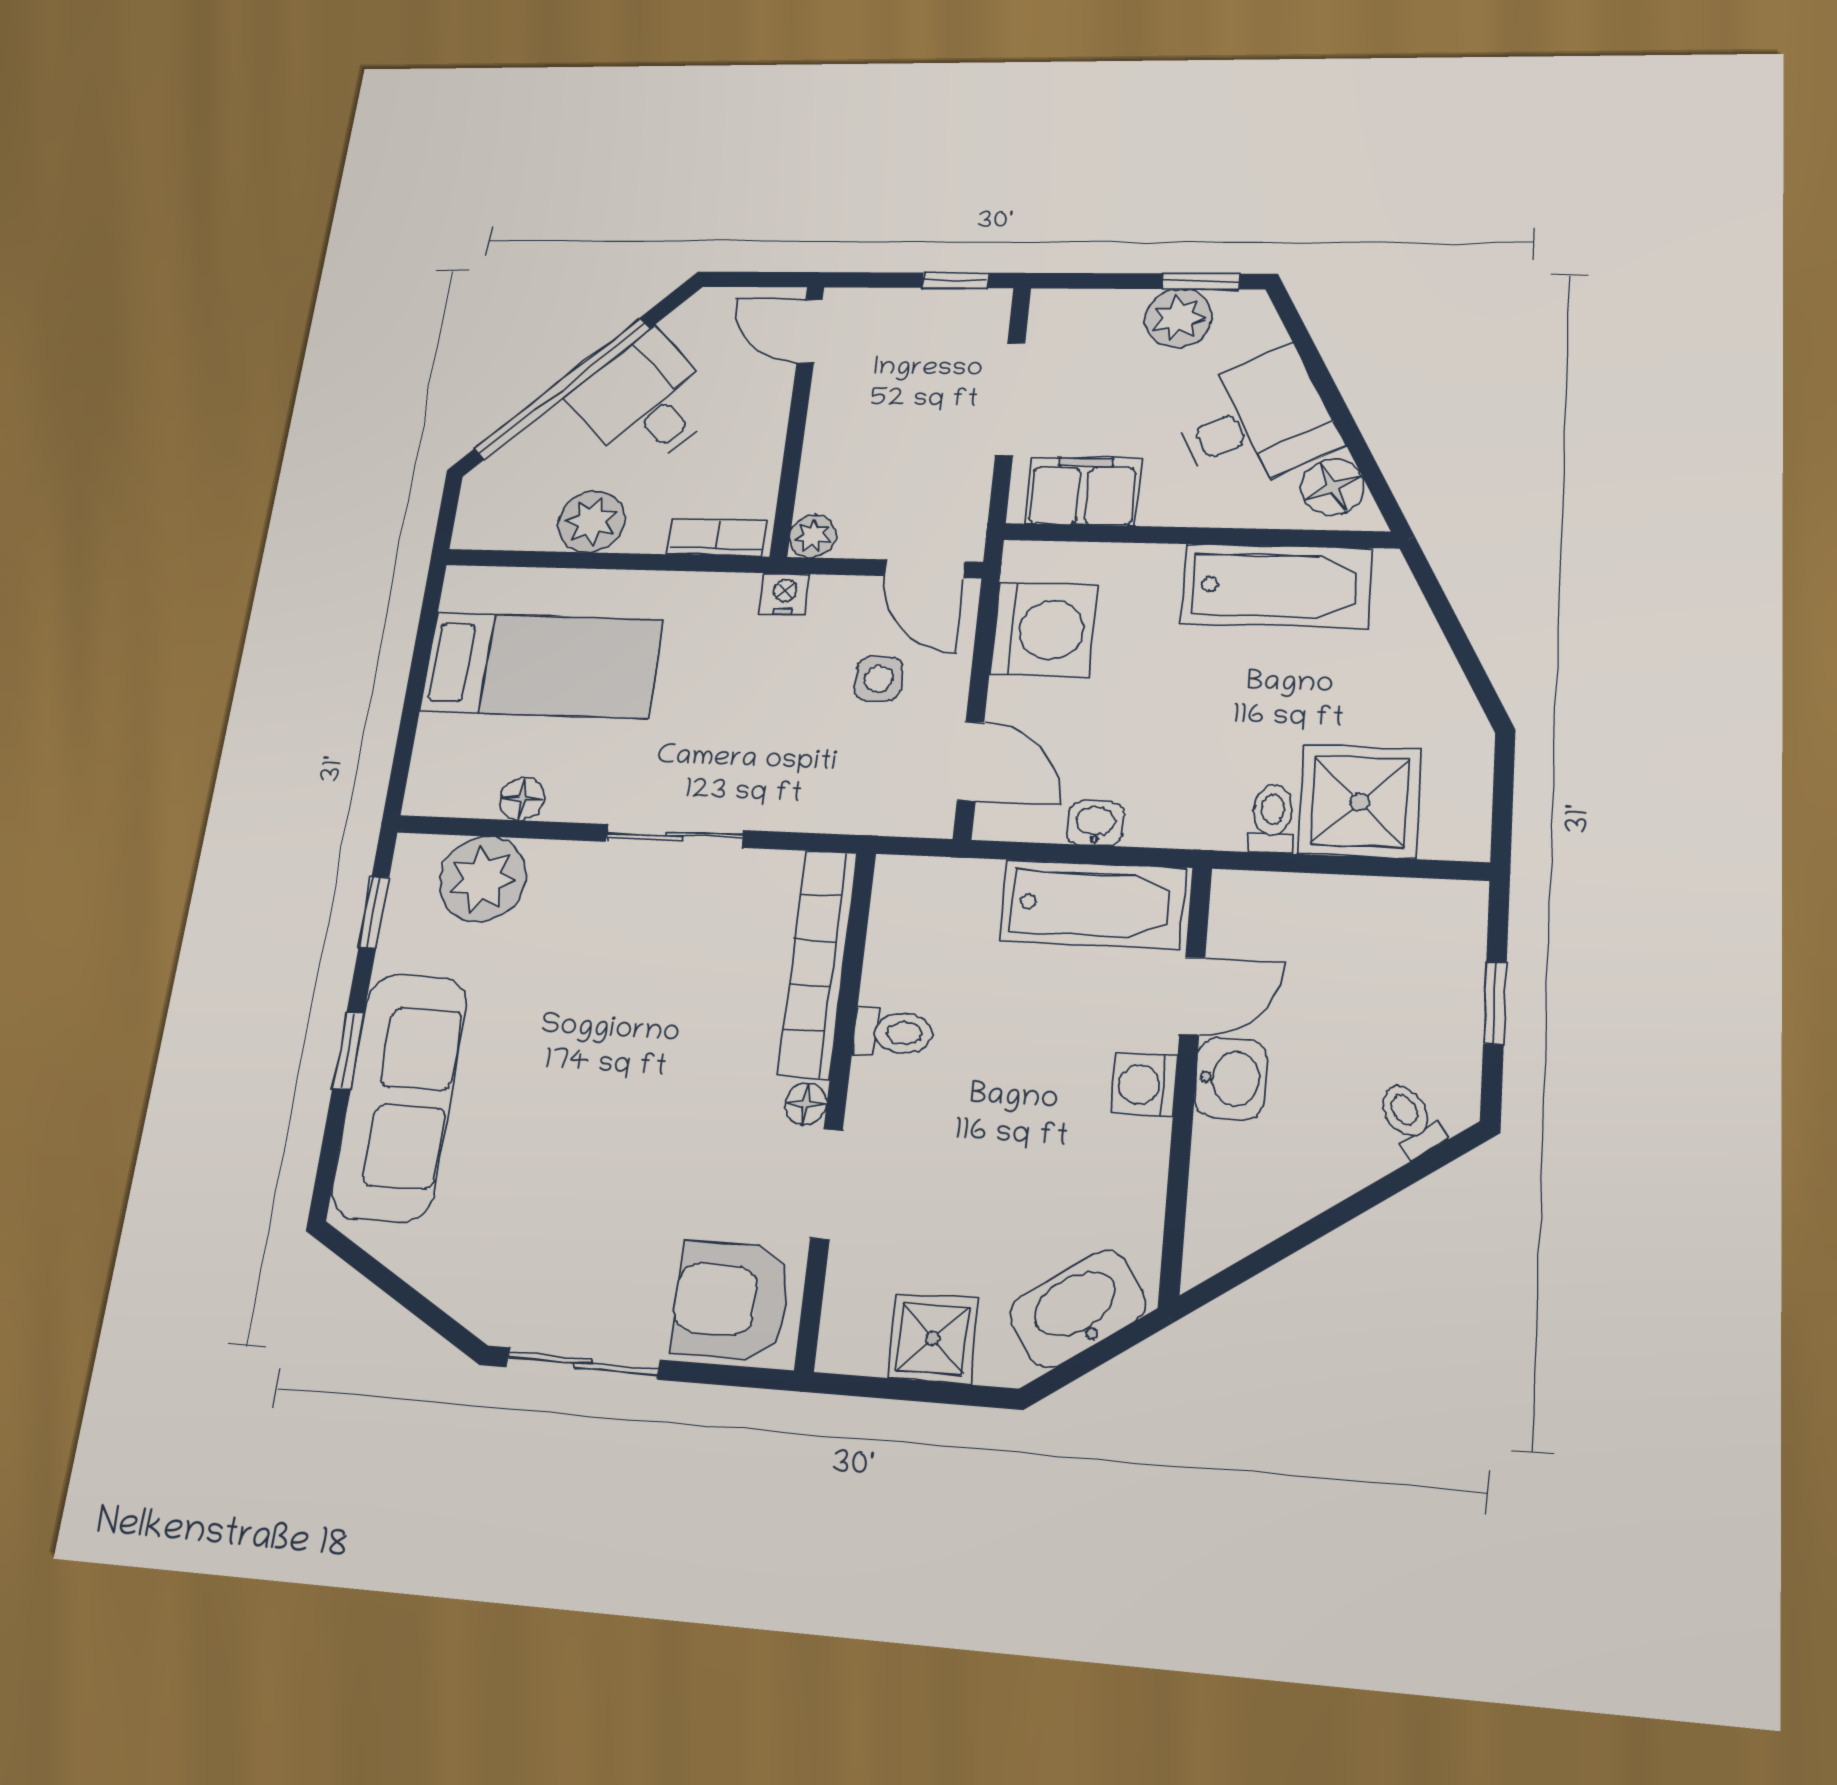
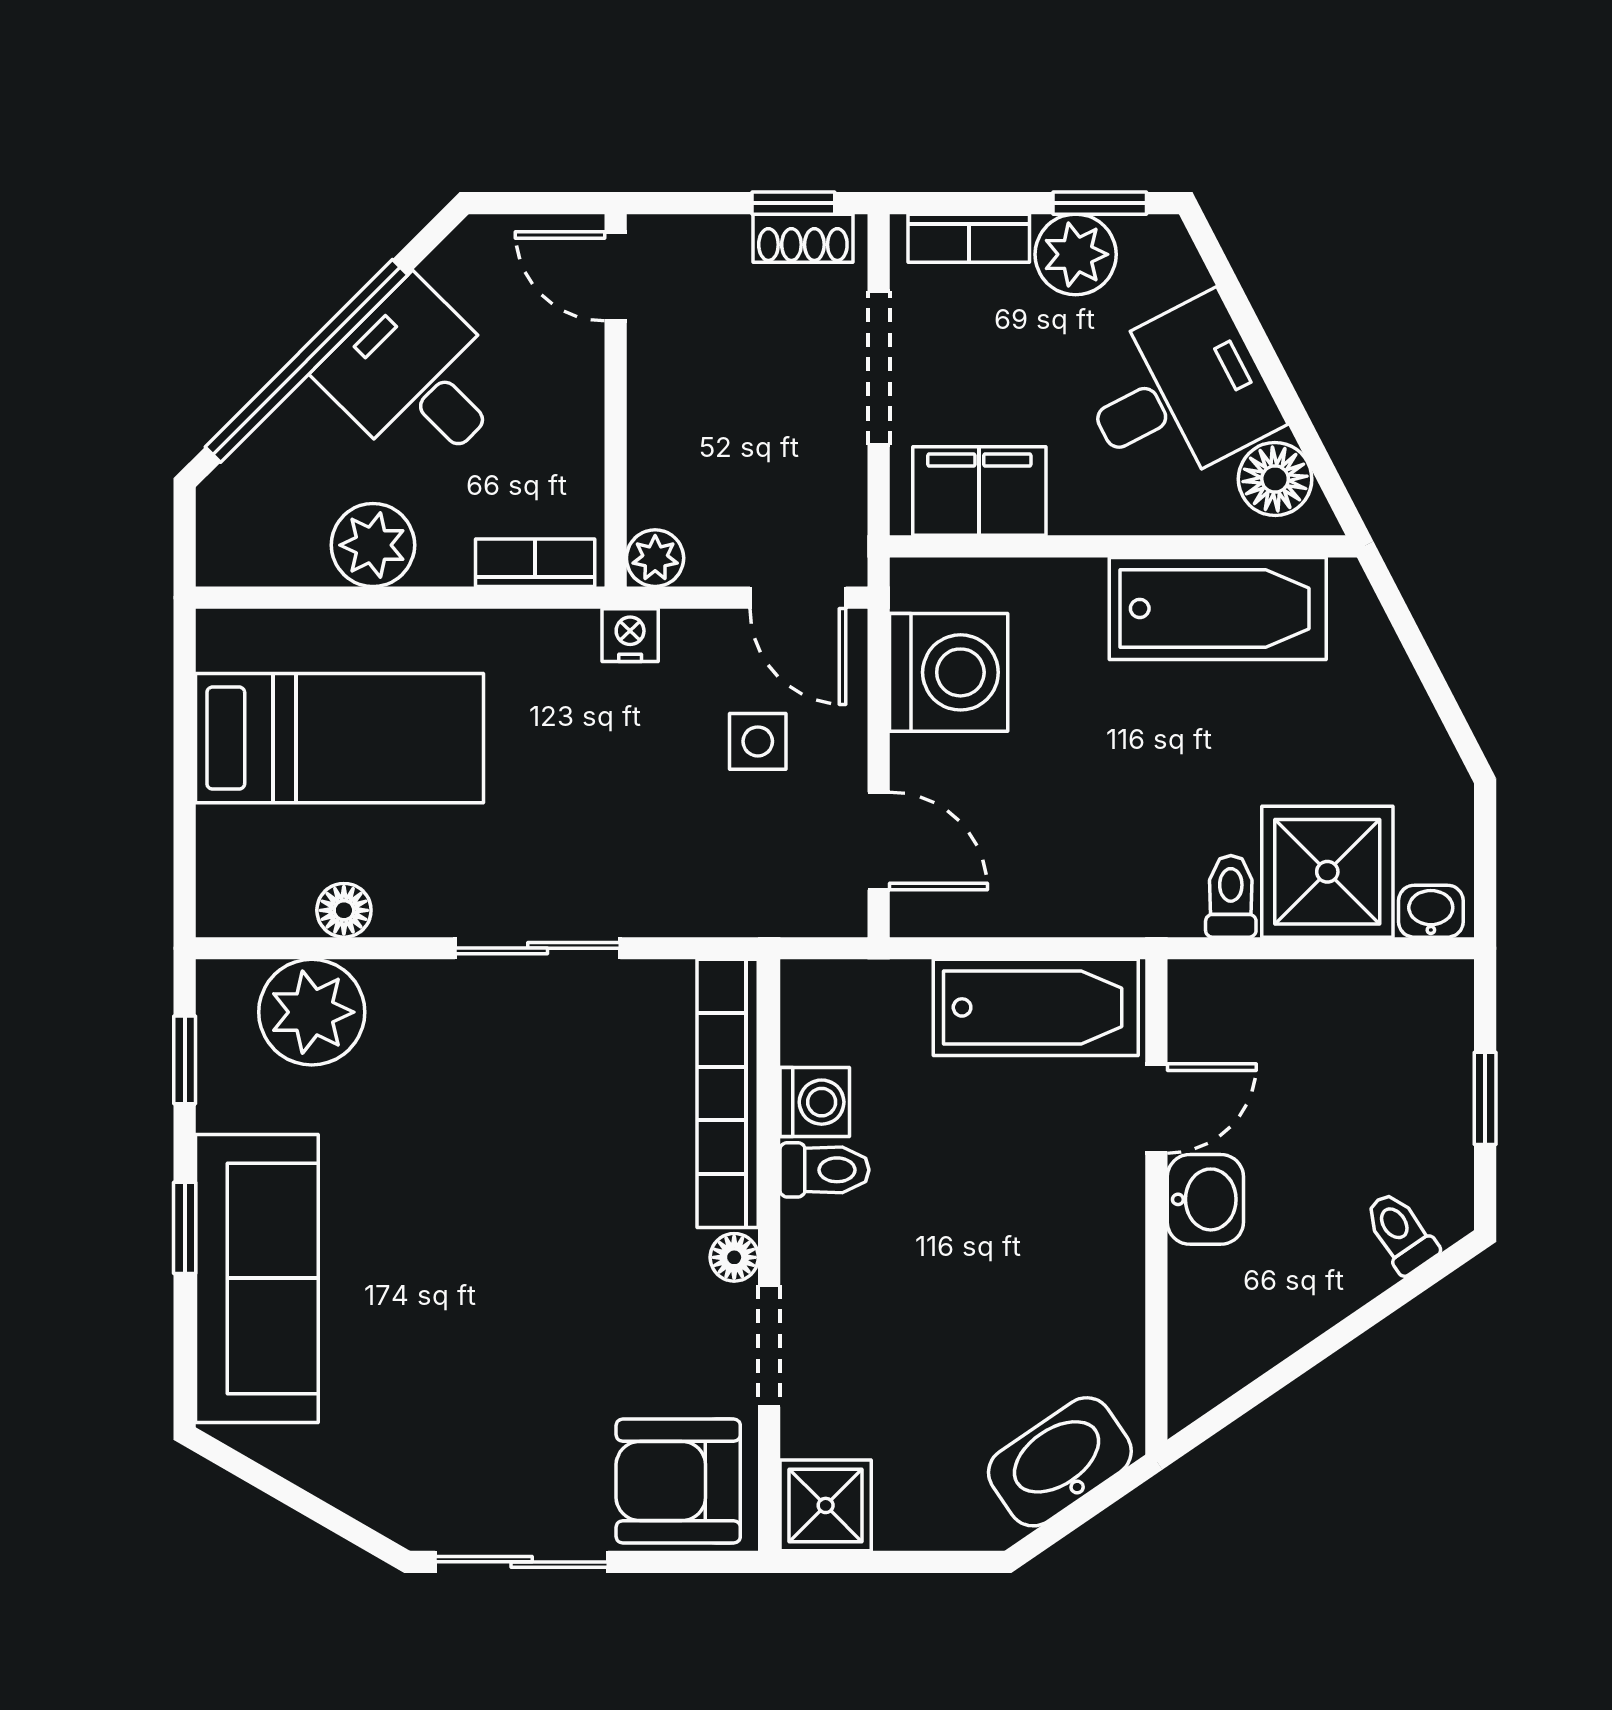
shoe rack: (960, 305) -> (803, 238), added
bookcase: (1093, 306) -> (969, 238), added
washbasin: (1095, 824) -> (1431, 911), moved
washing machine: (1144, 1085) -> (815, 1102), moved, turned 180
shower: (933, 1339) -> (826, 1505), moved

